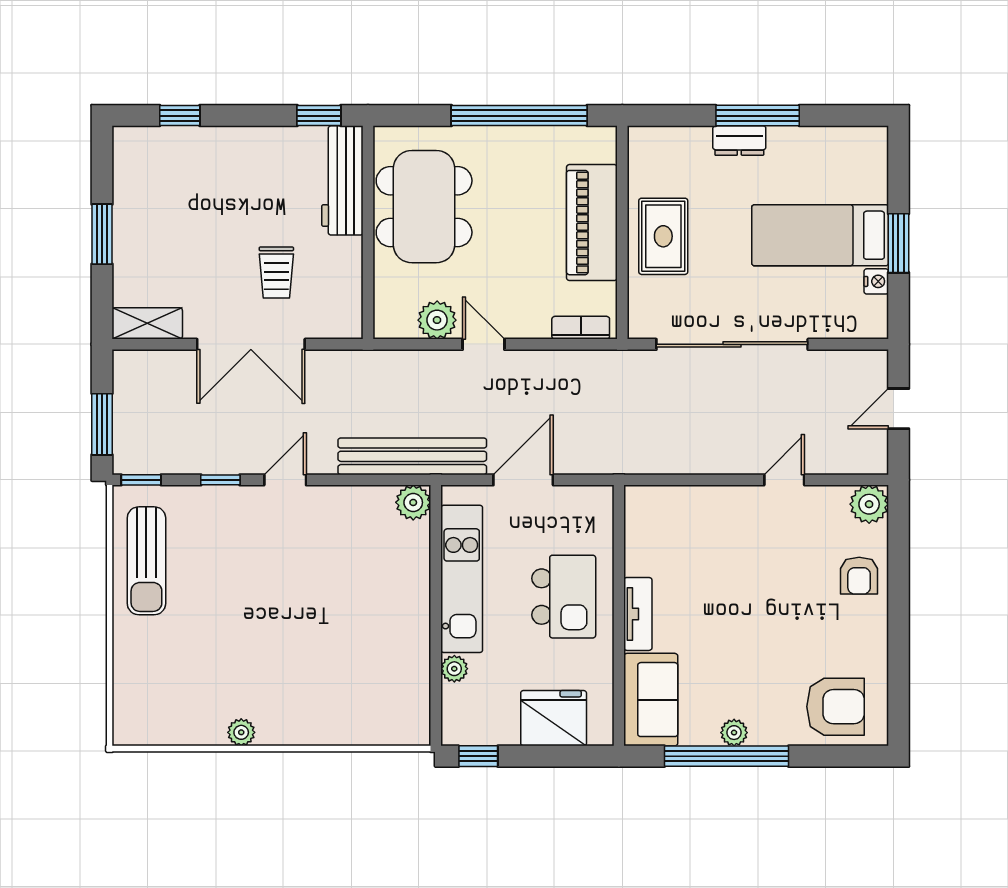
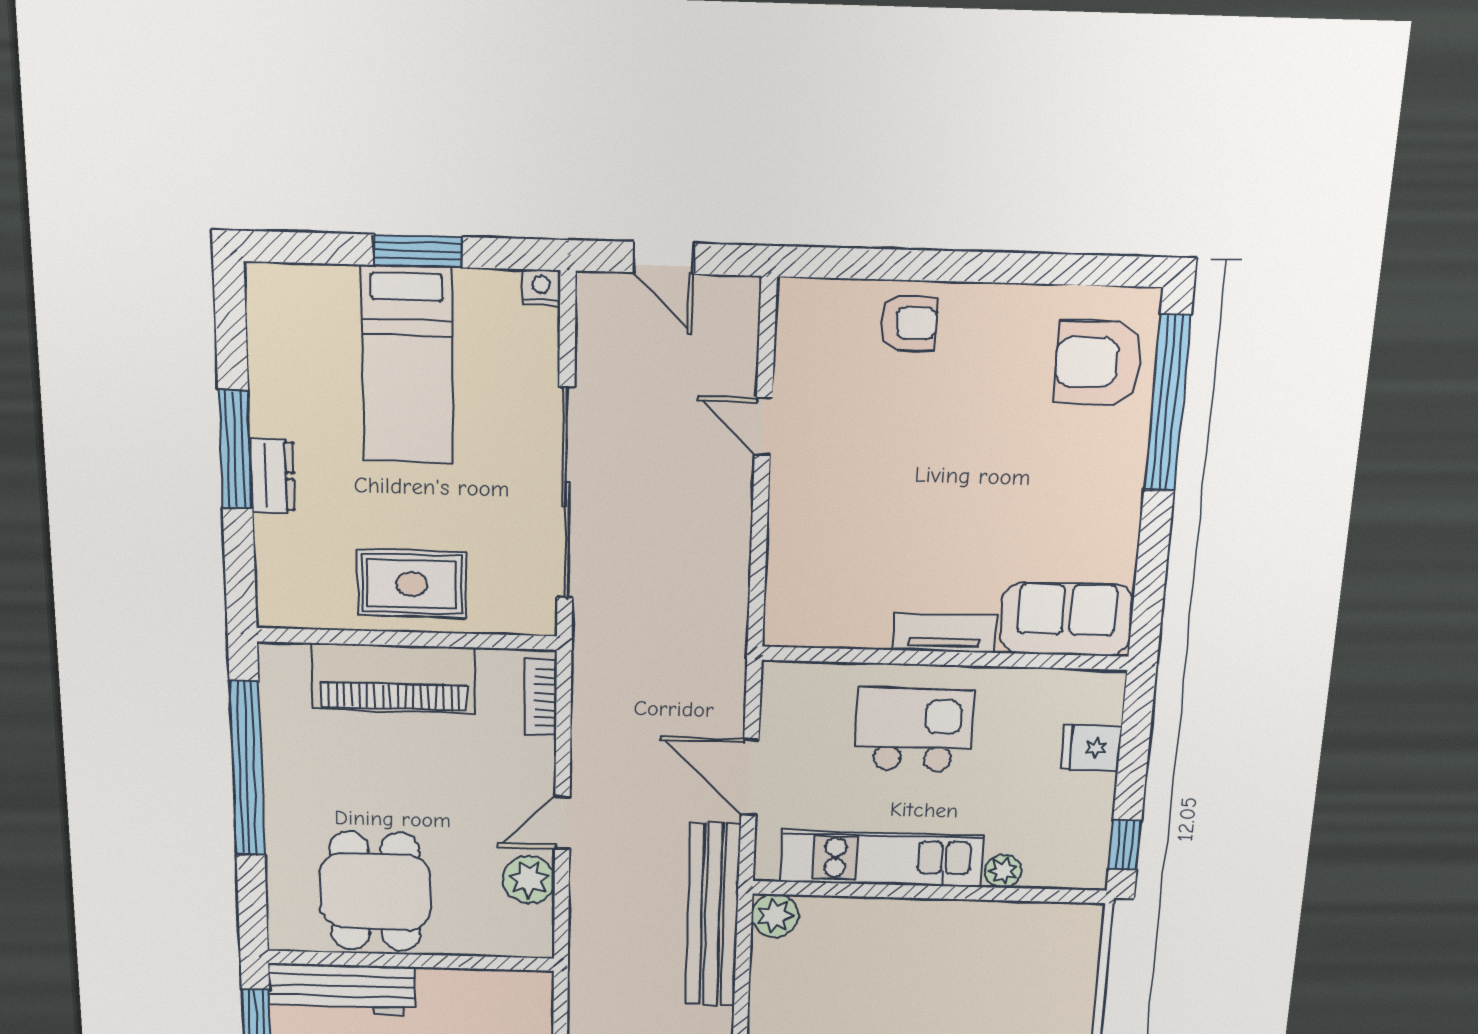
dining table: (424, 207) -> (375, 891), width x0.73
nightstand: (876, 281) -> (541, 287), moved
plant: (869, 504) -> (804, 305), removed
armchair: (836, 707) -> (1099, 362), turned -90
fridge: (554, 718) -> (1091, 748), width x0.53, depth x0.75
plant: (734, 733) -> (1124, 507), removed
window: (726, 756) -> (1167, 403), moved

